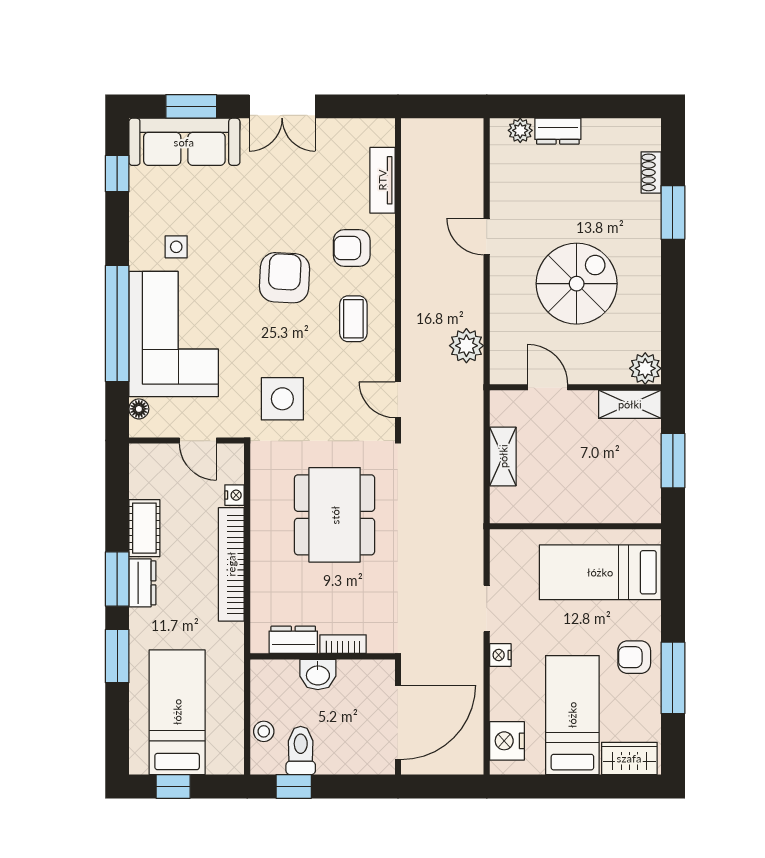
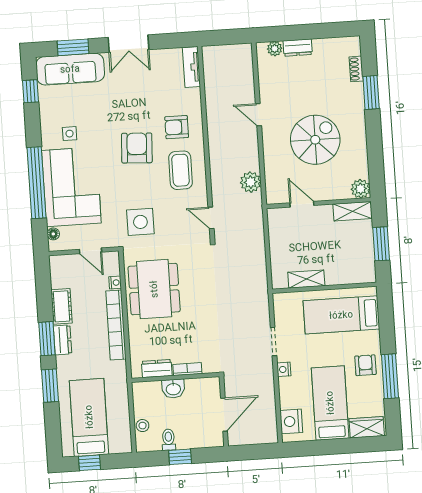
tv unit: (382, 180) -> (191, 67), moved
coffee table: (353, 319) -> (181, 170), width x1.36, depth x1.30
shelving: (503, 456) -> (306, 279), moved, turned 90
dining table: (335, 515) -> (154, 289), moved
armchair: (634, 657) -> (365, 365), turned 90
door: (398, 722) -> (224, 415), width x0.73
toilet: (301, 750) -> (169, 440), width x0.73, depth x0.72
window: (294, 786) -> (180, 457), moved

